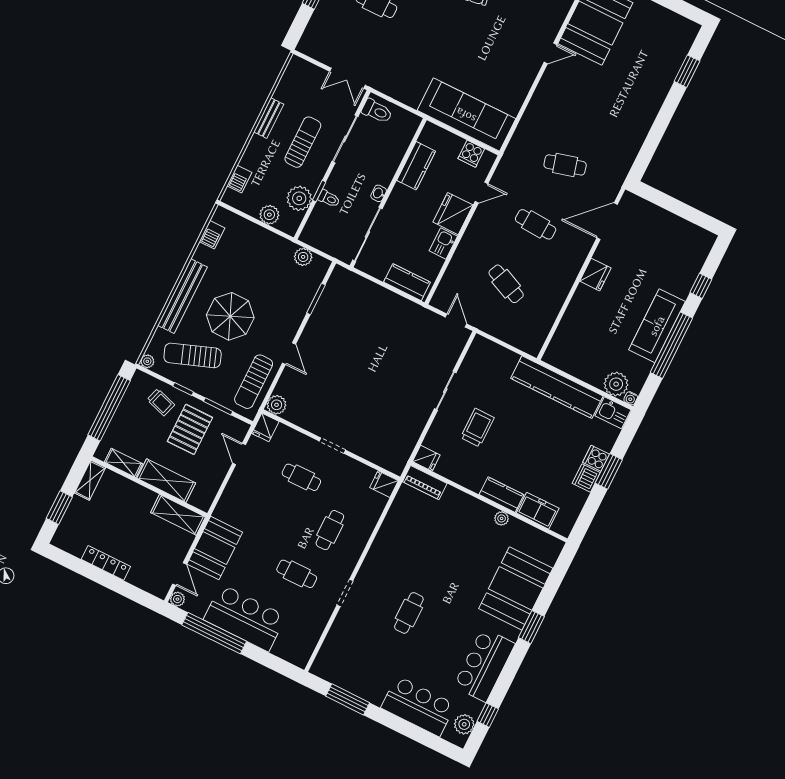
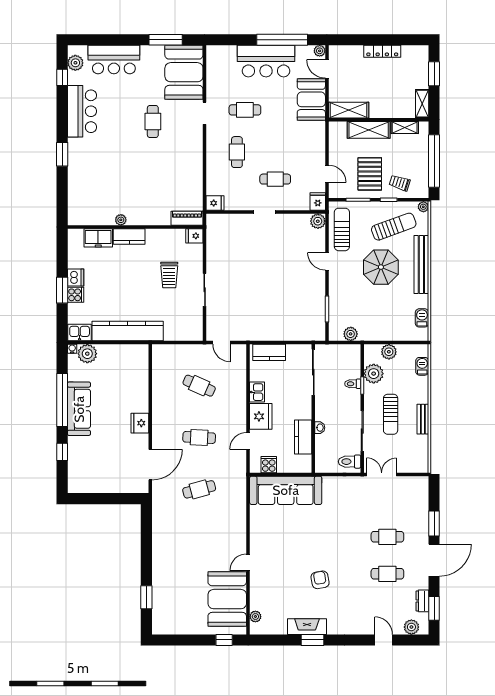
washbasin: (379, 193) -> (320, 428), moved
booth: (516, 588) -> (184, 72), moved

